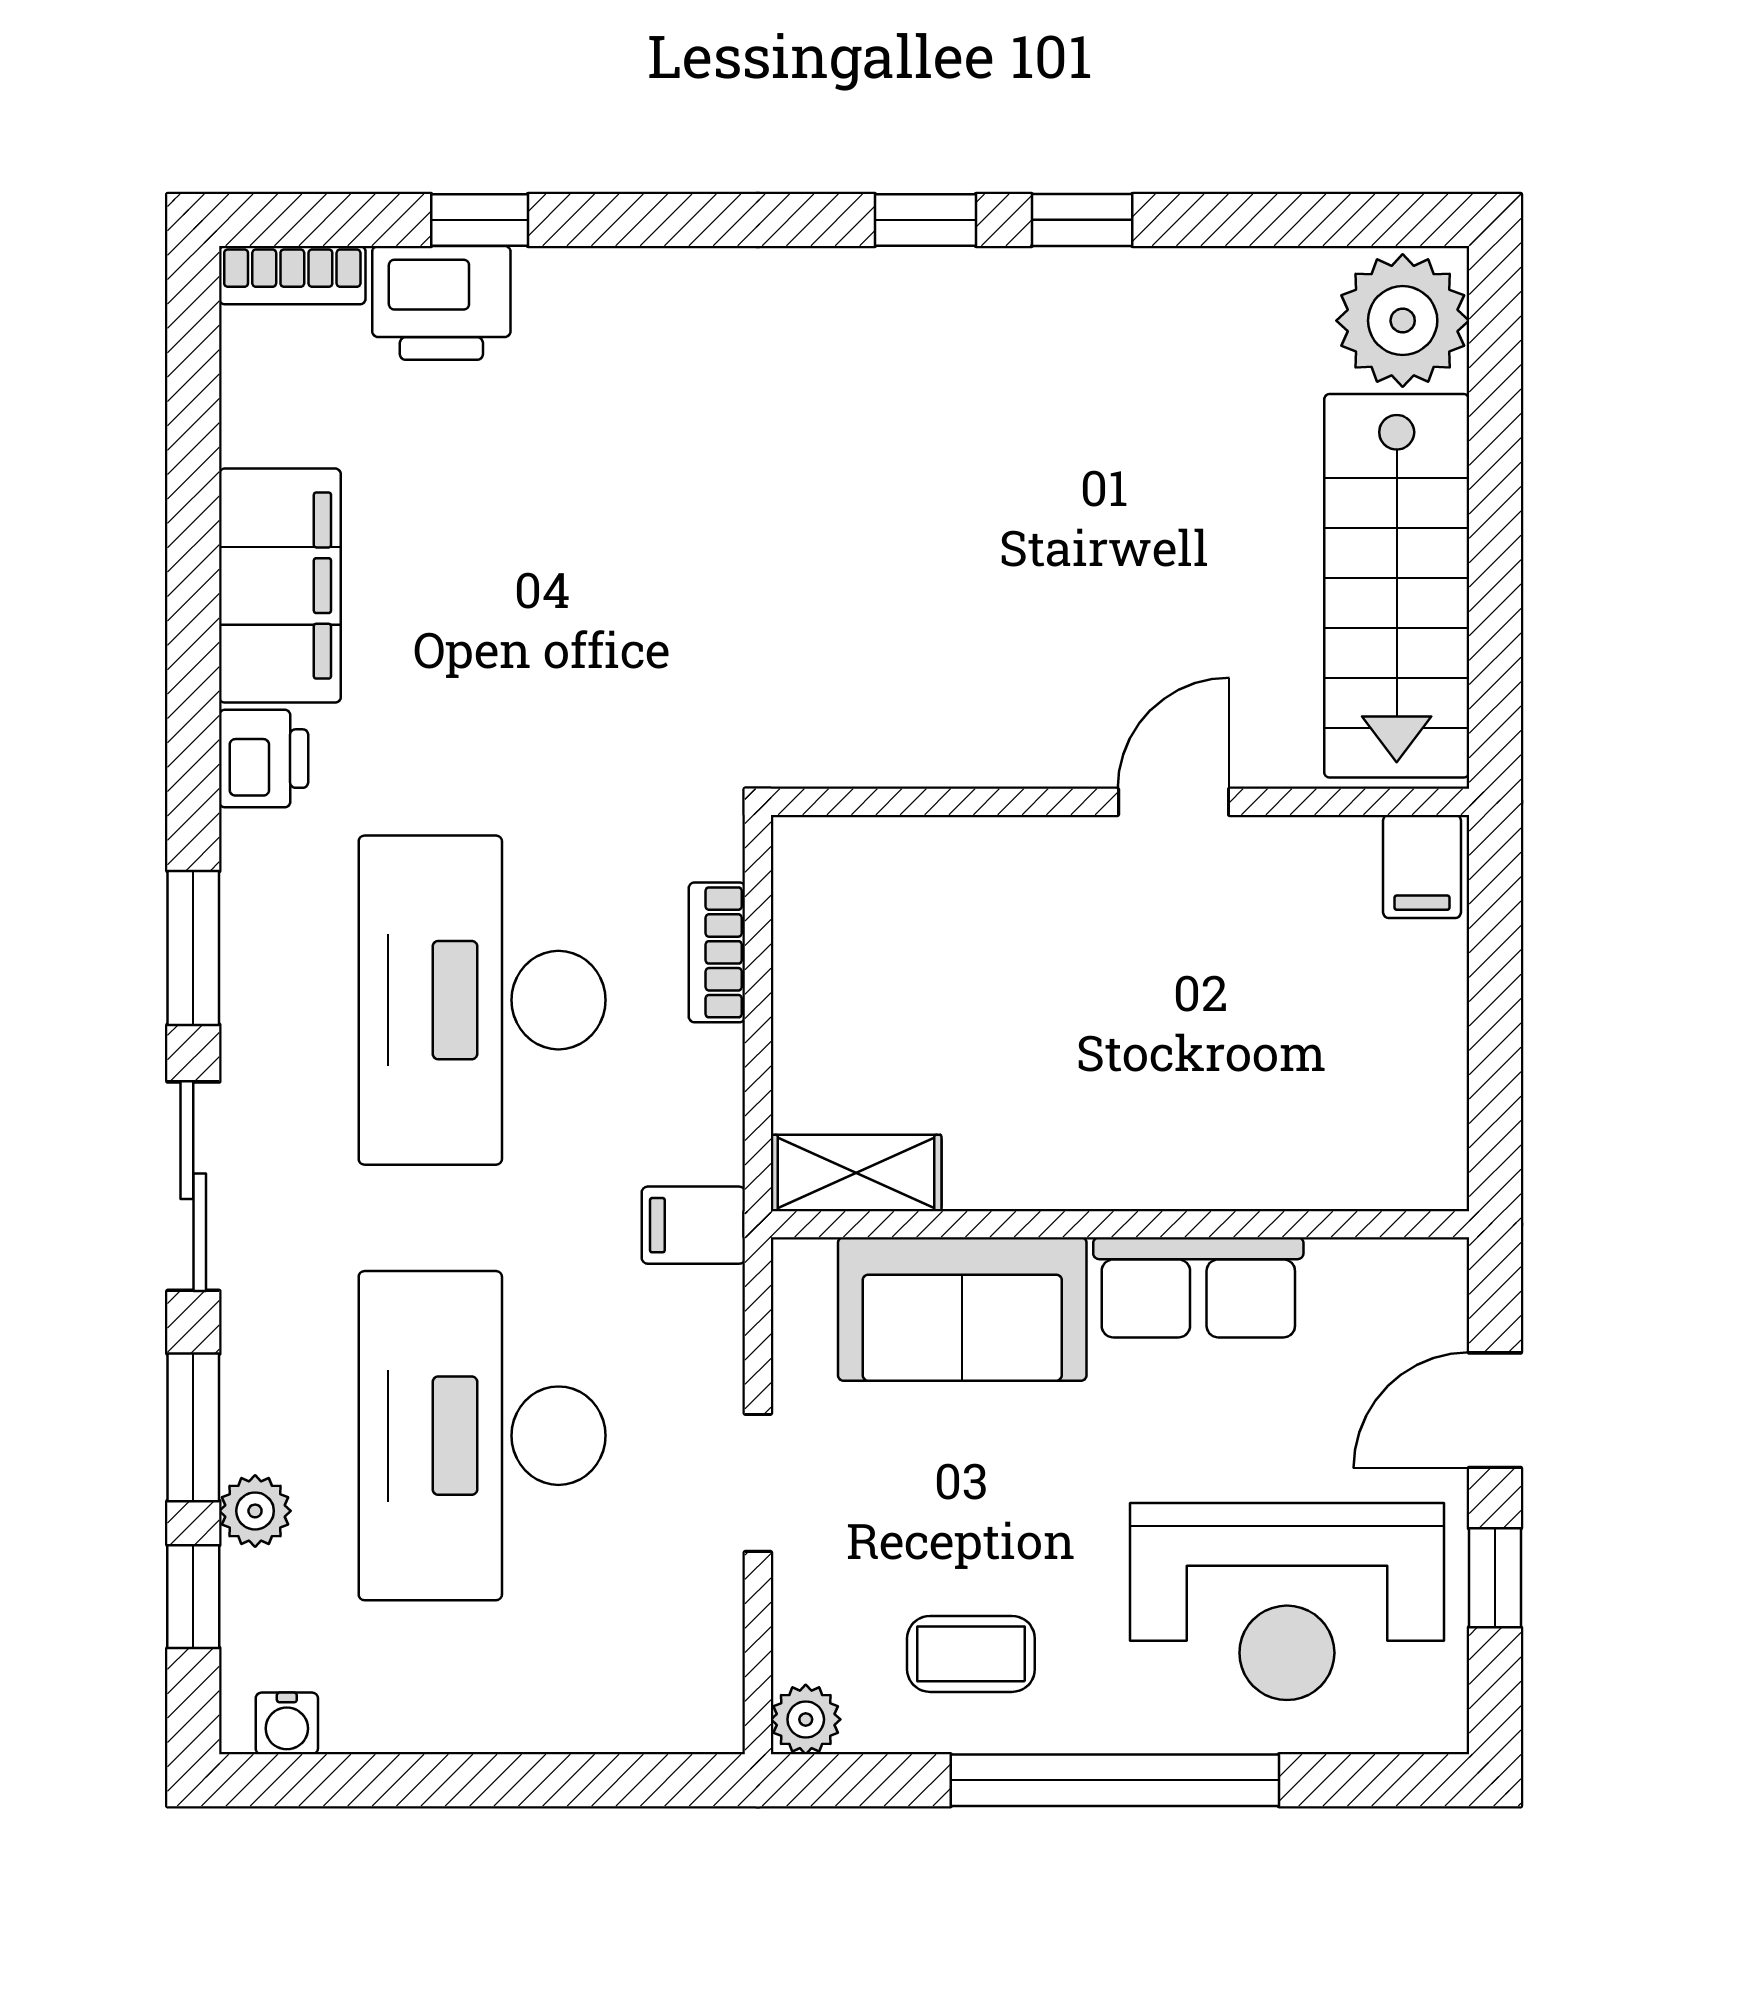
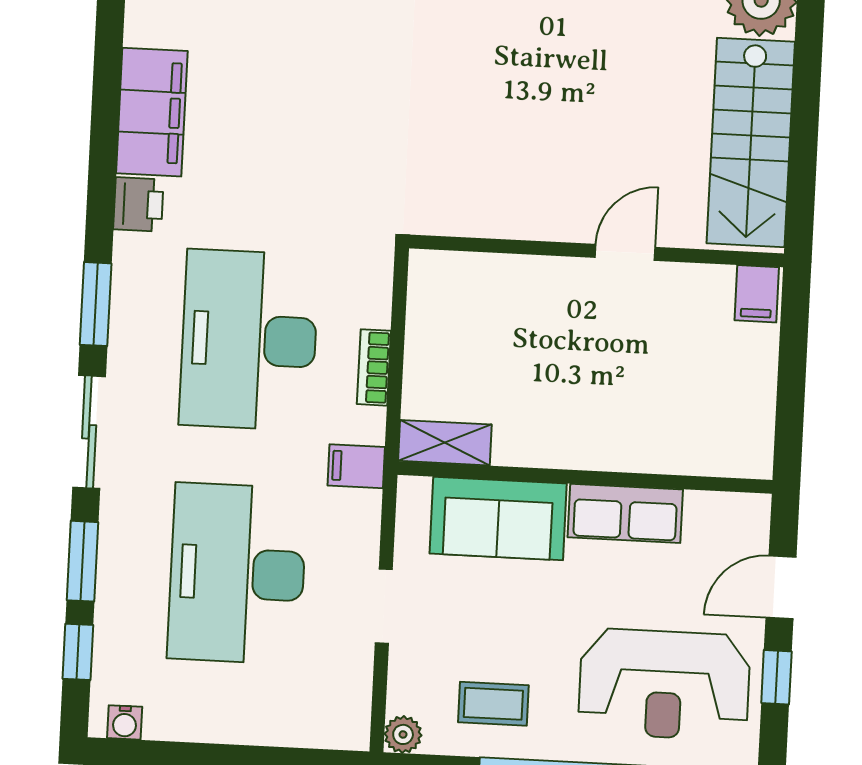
bookcase: (717, 952) -> (374, 367), moved
plant: (255, 1511) -> (113, 608), removed

